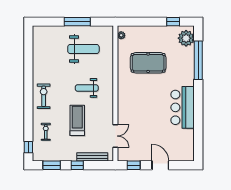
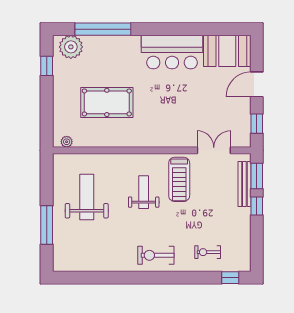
window: (77, 22) -> (47, 225), moved
pool table: (148, 63) -> (107, 102), turned 90
weight bench: (87, 88) -> (144, 192), turned 180
treadmill: (77, 120) -> (179, 179), moved, turned -90
booth: (183, 145) -> (227, 51), added
window: (52, 165) -> (257, 176), moved

